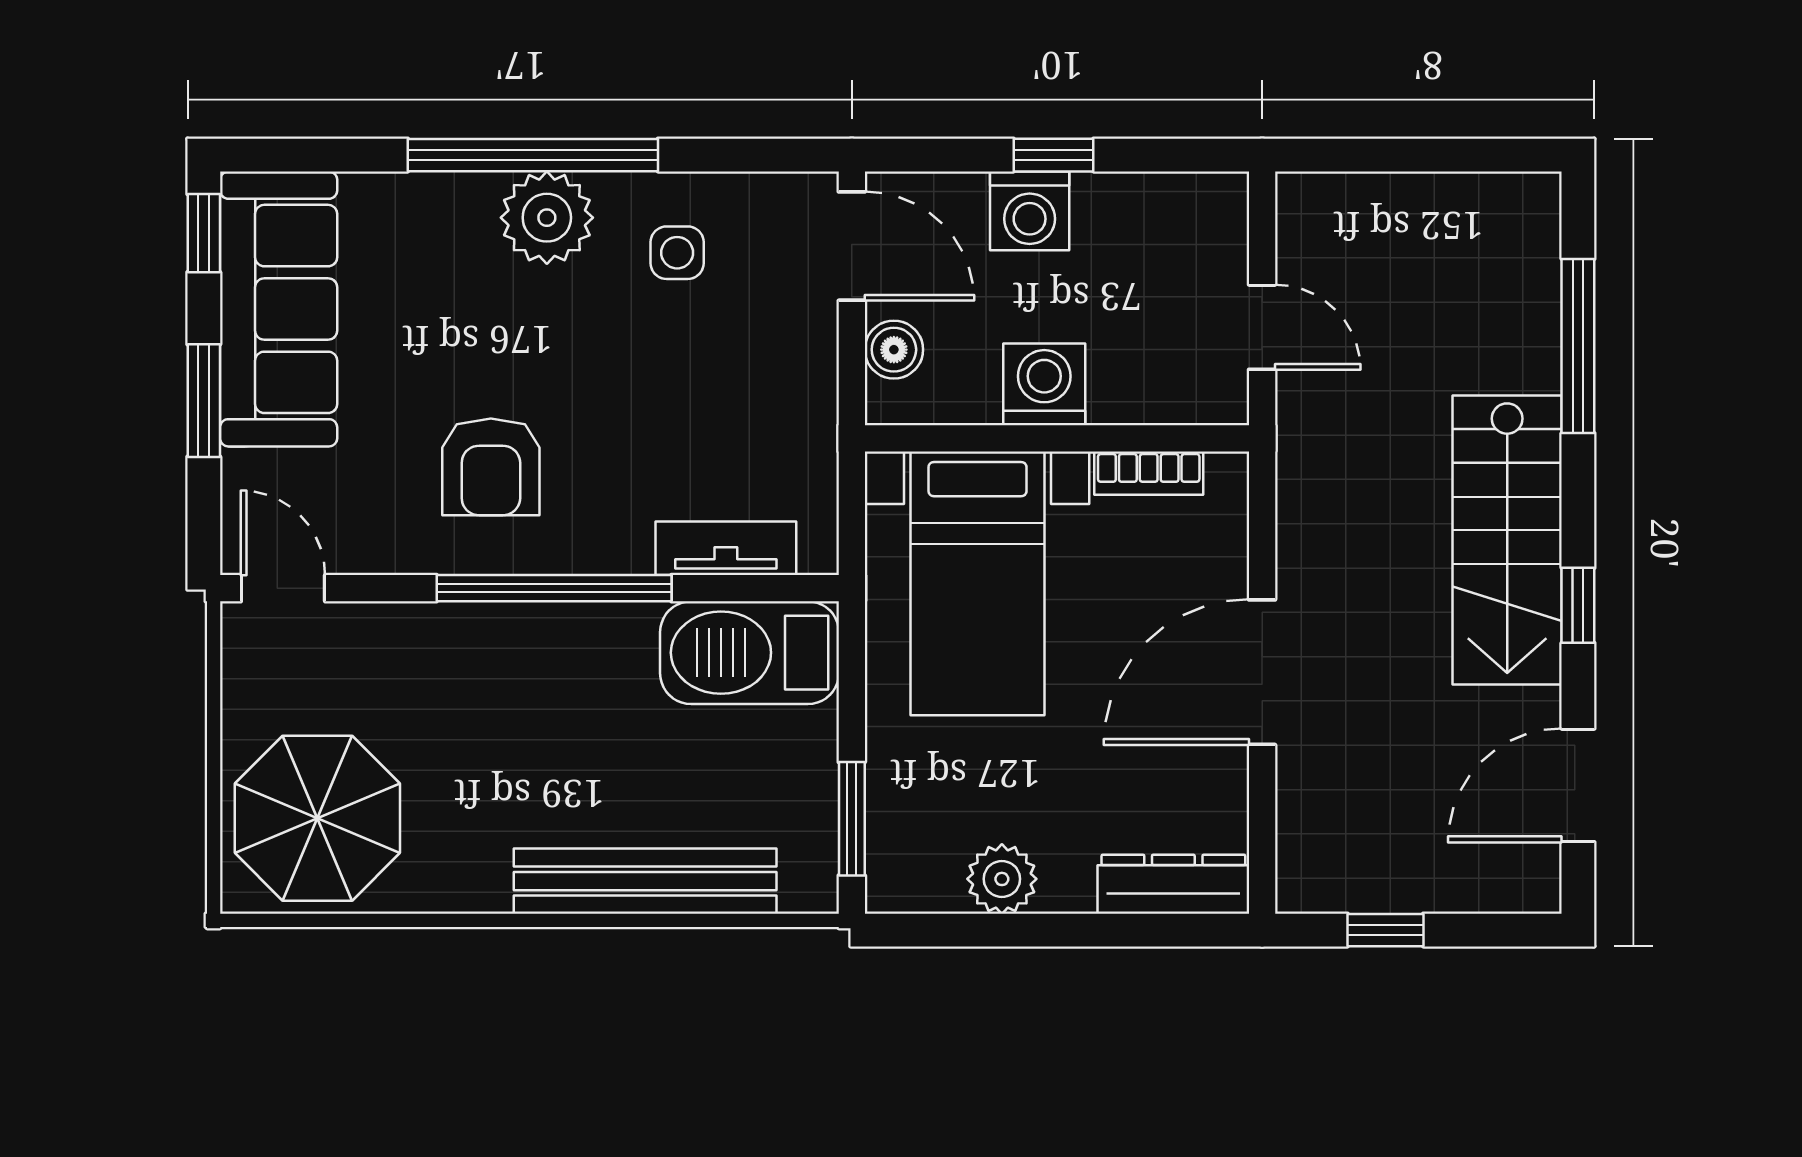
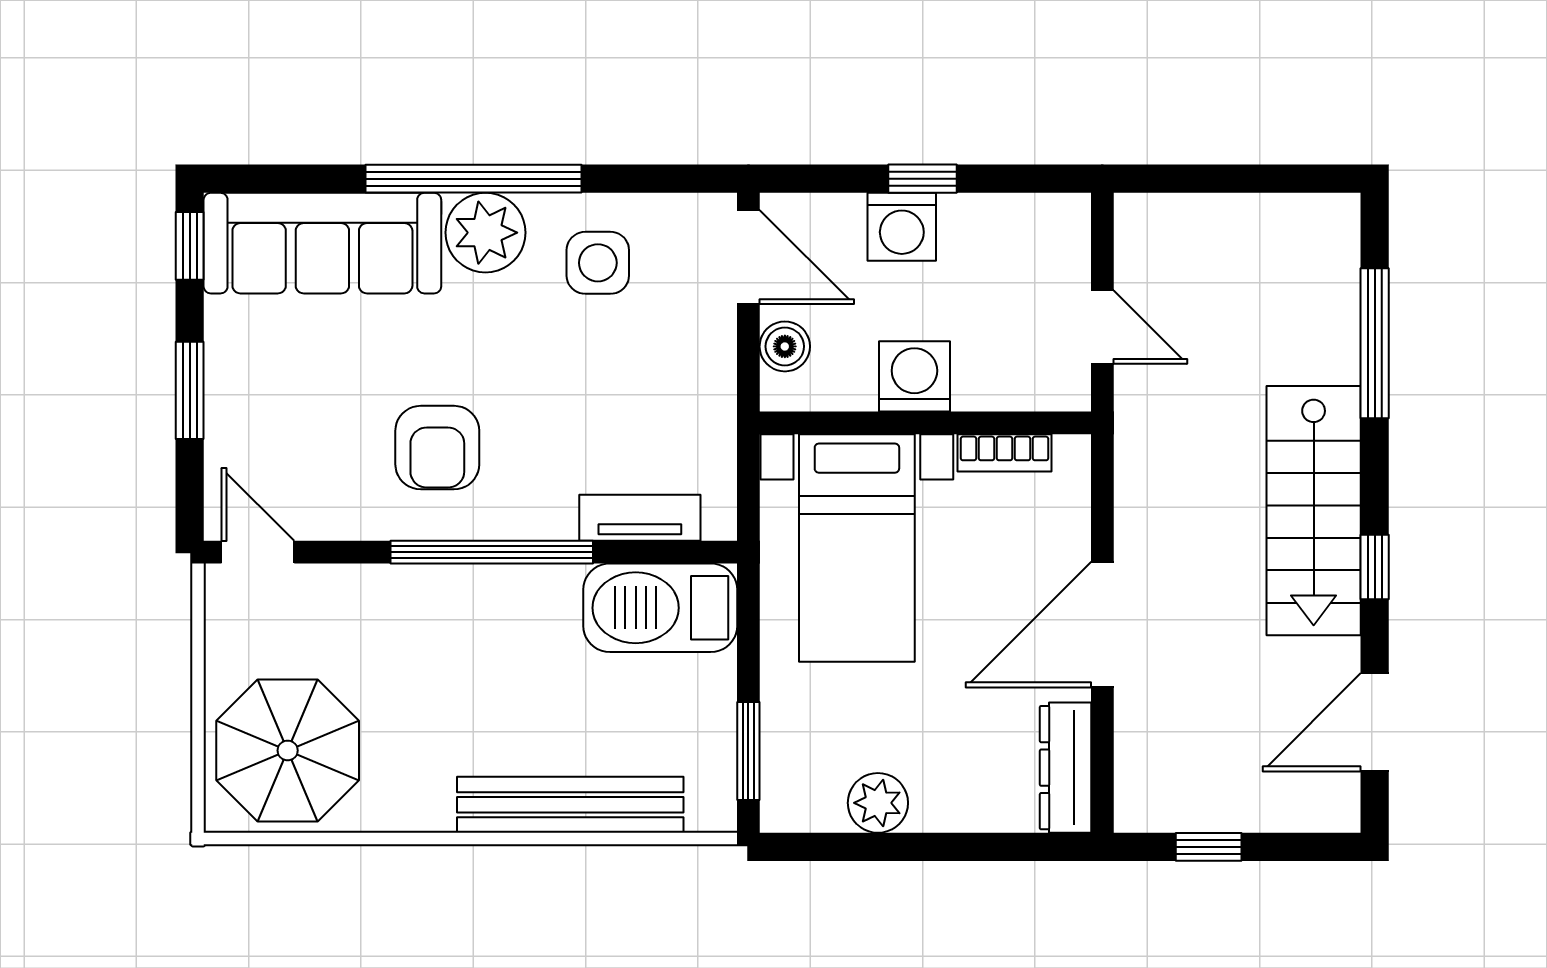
side table: (677, 253) -> (598, 263), width x1.37, depth x1.37
sofa: (279, 309) -> (322, 243), moved, turned 90
dresser: (1173, 884) -> (1065, 768), moved, turned -90

